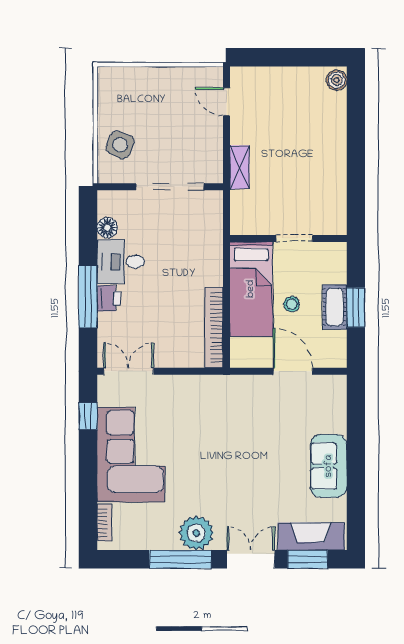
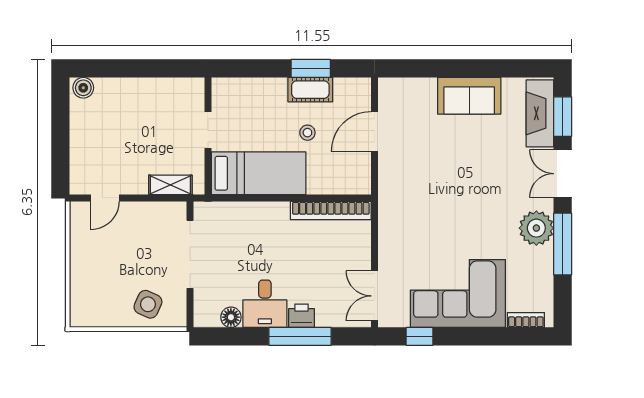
wall: (288, 238) -> (208, 136), moved
doorway: (294, 238) -> (208, 130), moved
bed: (251, 289) -> (259, 173), moved

